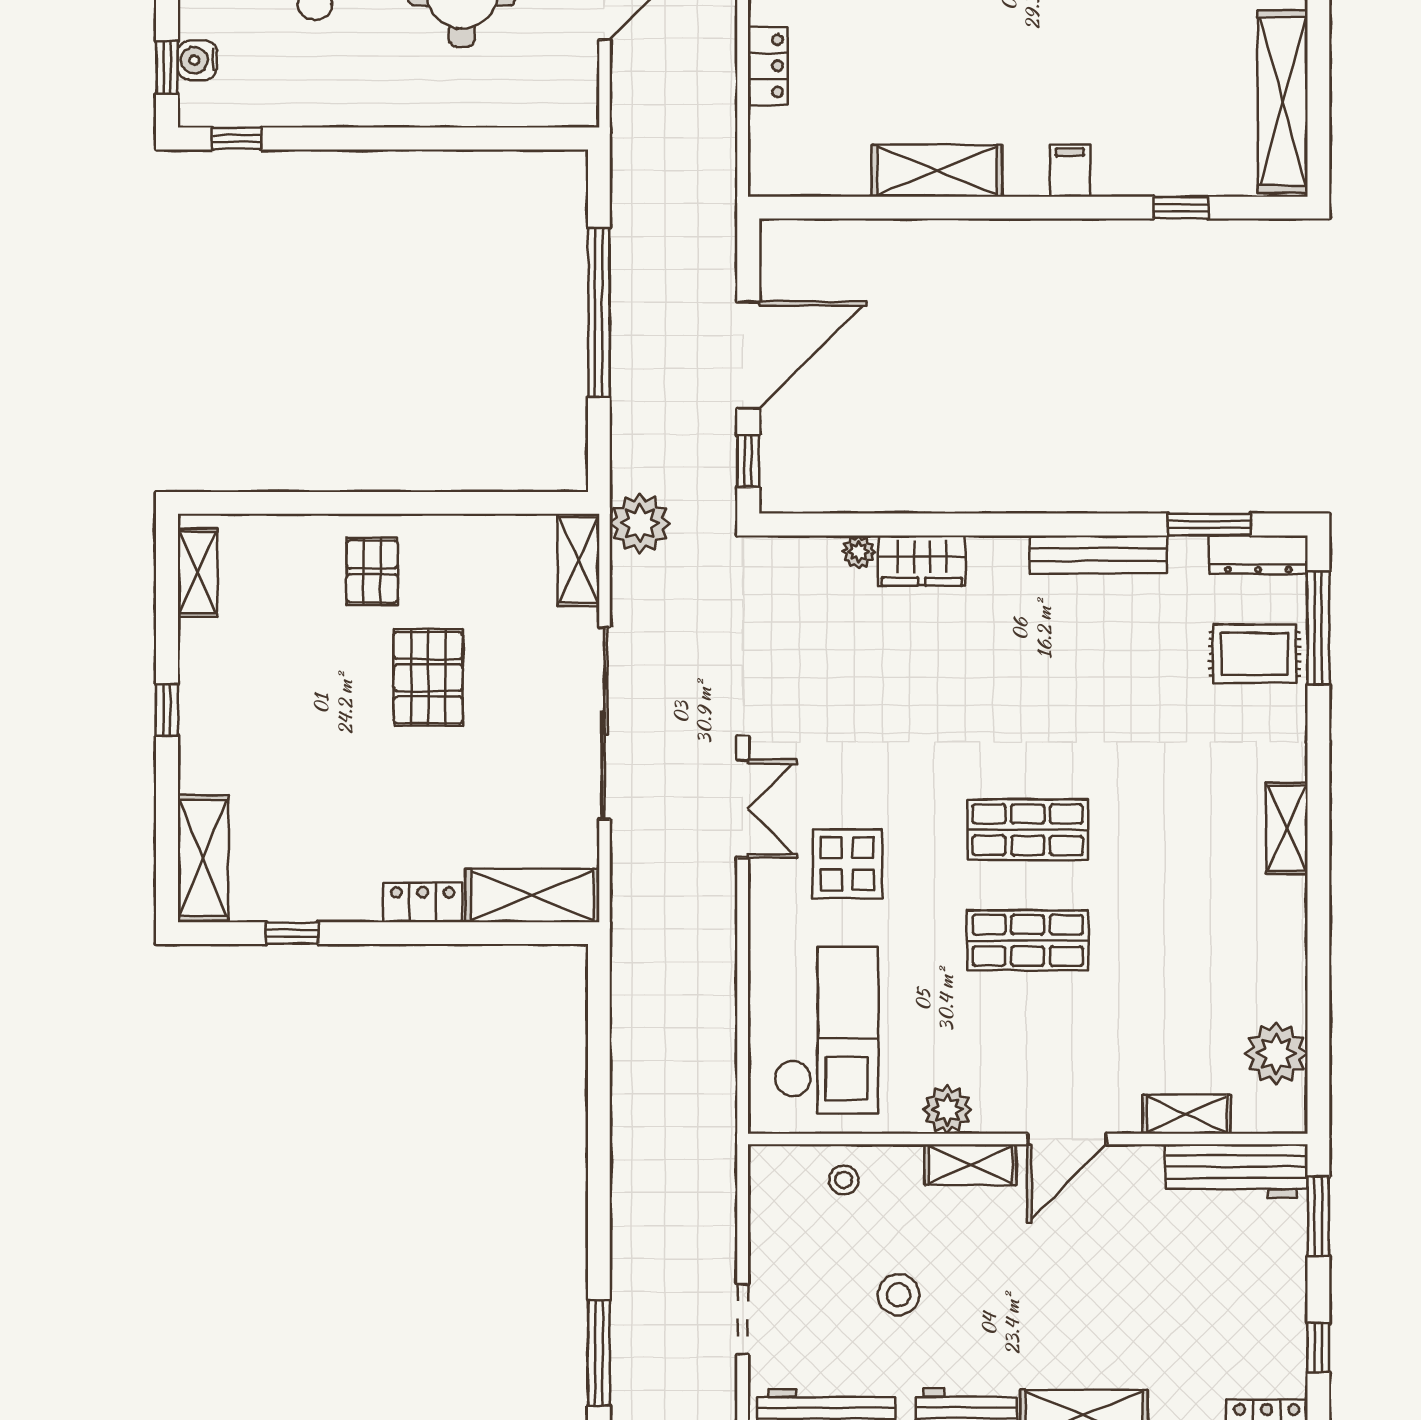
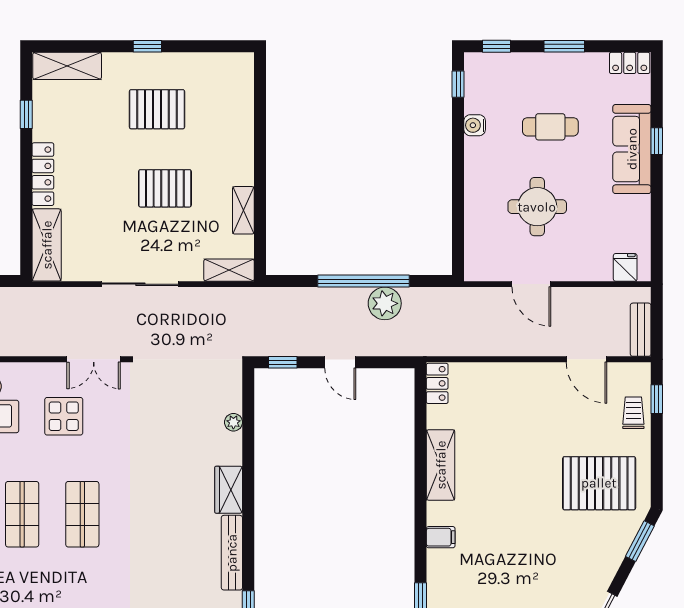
water cooler: (197, 60) -> (475, 125), moved, turned -90
locker: (768, 66) -> (437, 383), moved, turned -90
door: (748, 355) -> (340, 362), width x0.53
plant: (640, 523) -> (385, 303), moved
wardrobe: (922, 561) -> (229, 490), moved
pallet: (372, 571) -> (157, 109), moved, width x1.50, depth x1.42
shelving: (198, 573) -> (243, 210), moved, turned 90
sliding door: (604, 723) -> (140, 284), width x0.73
locker: (423, 902) -> (43, 174), width x1.53

